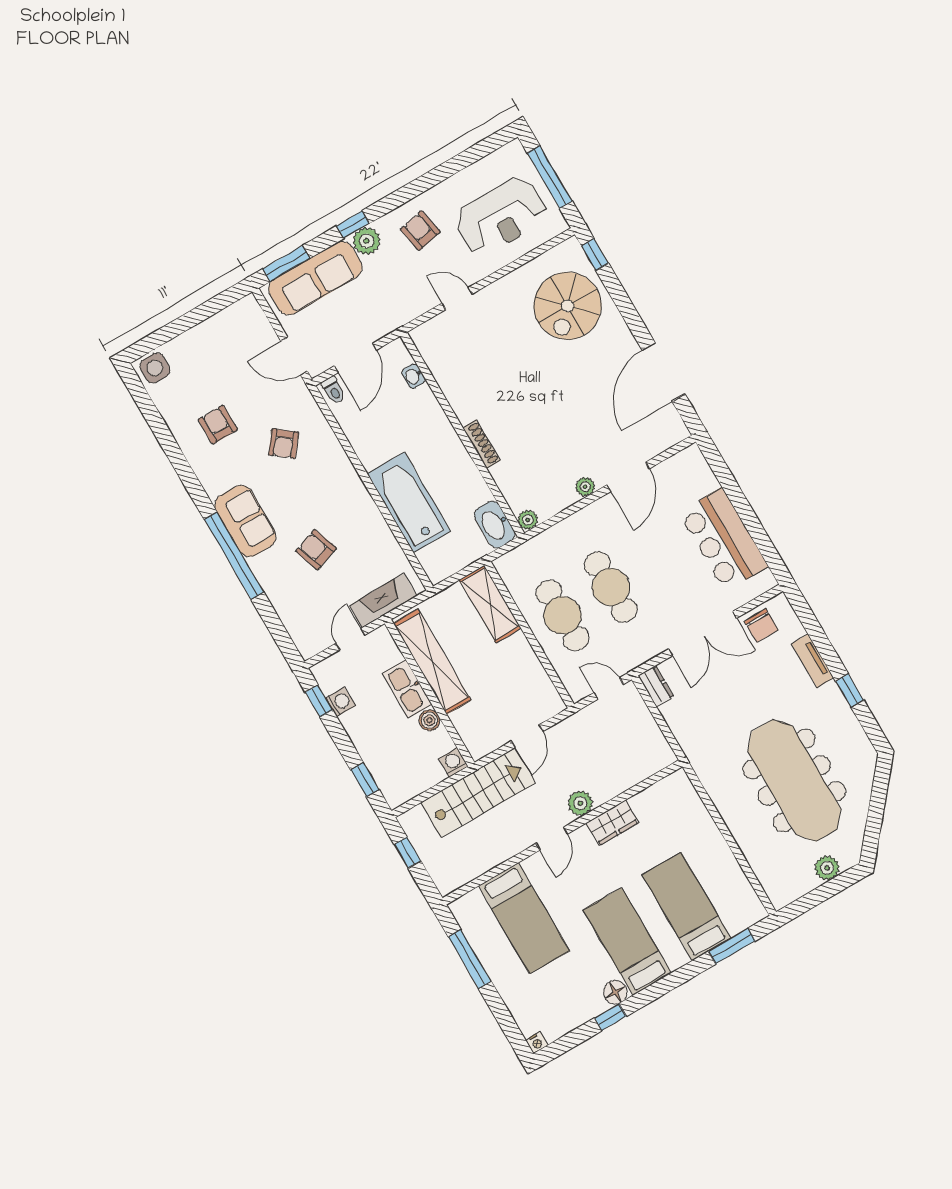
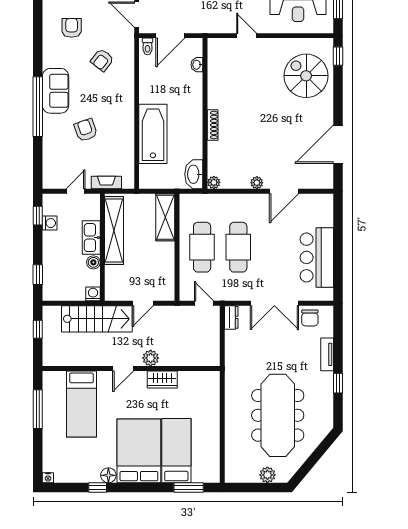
spiral stairs: (568, 306) -> (306, 76), turned 90
fireplace: (383, 601) -> (106, 182), width x0.73, depth x0.76
bed: (627, 942) -> (139, 451), width x1.50

